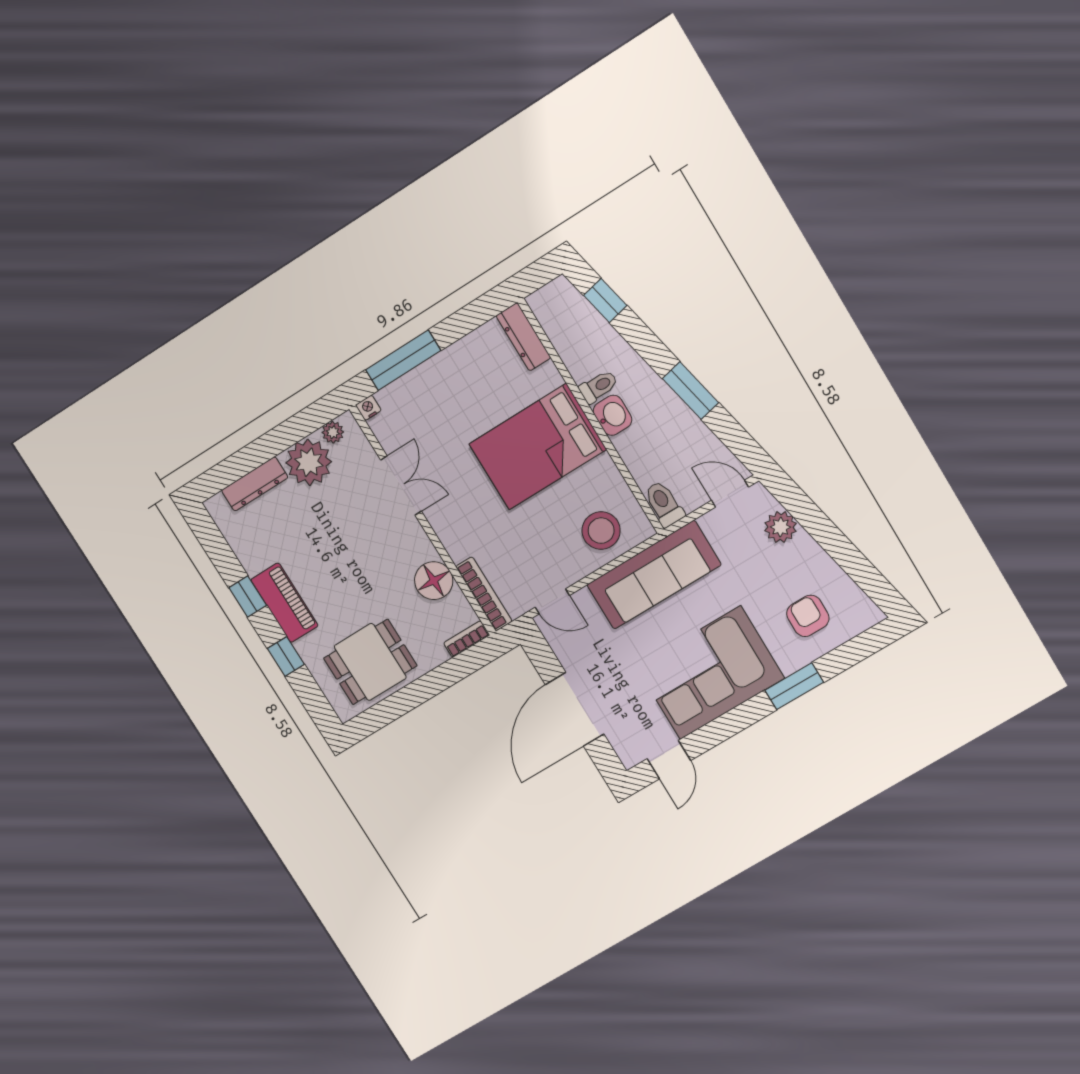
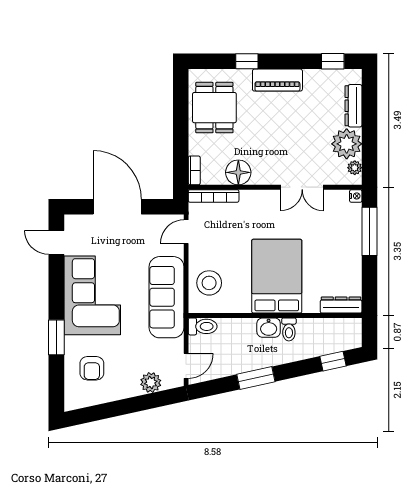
window: (248, 596) -> (333, 61), moved
armchair: (808, 616) -> (92, 368), turned 90

